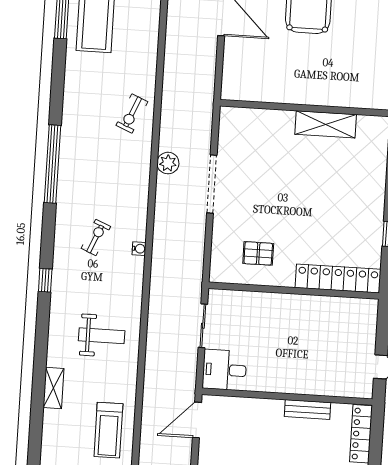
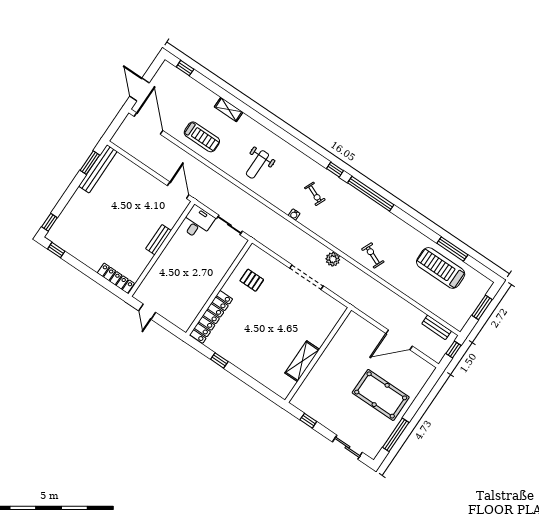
pallet: (258, 253) -> (252, 280), turned 90
window: (45, 280) -> (335, 170), moved
shelving: (53, 388) -> (229, 109), moved
bench: (308, 410) -> (158, 240), moved
treadmill: (108, 430) -> (202, 137), turned 180

